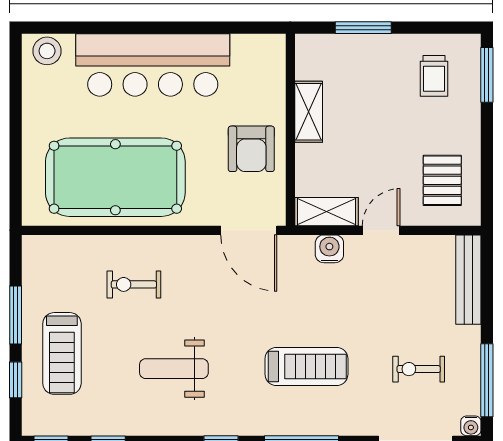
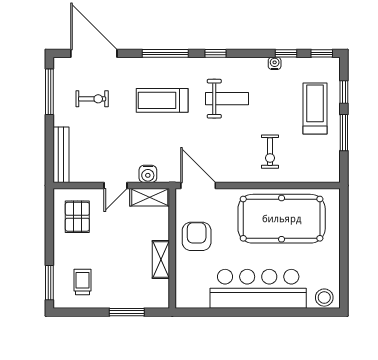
exercise bike: (134, 284) -> (270, 152), turned 90
weight bench: (174, 369) -> (227, 99), moved
water cooler: (471, 426) -> (275, 63), moved

